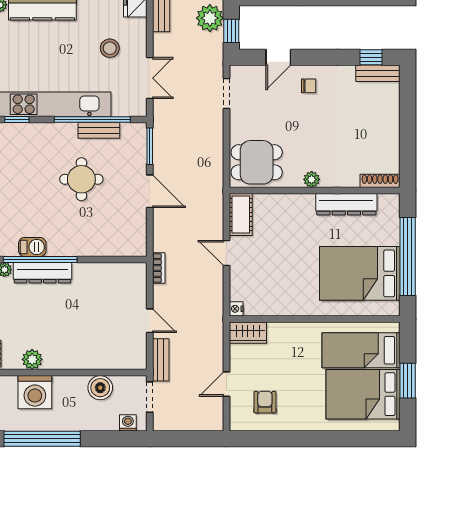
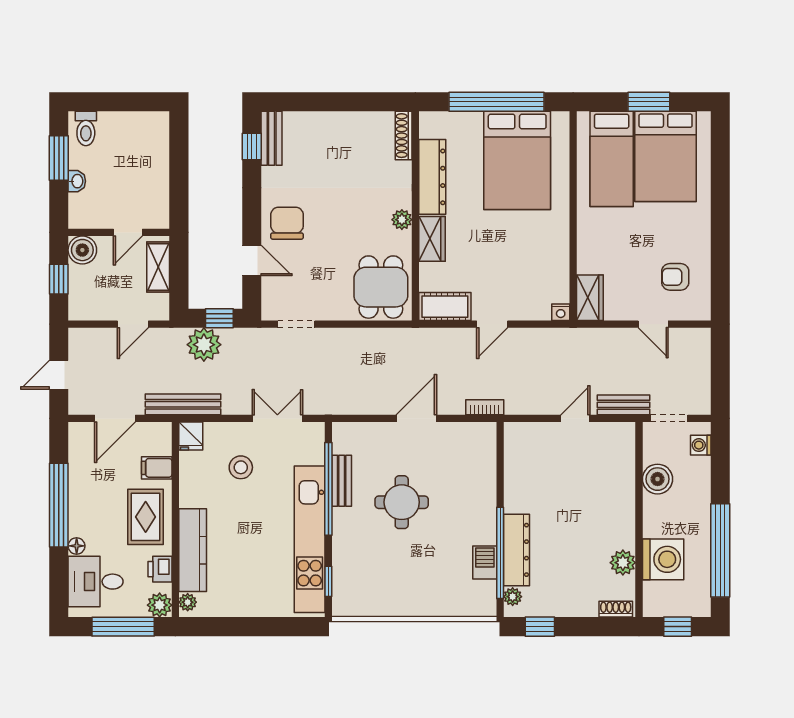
chair: (309, 86) -> (287, 223), width x1.87, depth x1.87
window: (150, 146) -> (361, 418), removed
wardrobe: (296, 204) -> (432, 239), added
bookcase: (159, 268) -> (485, 407), moved

